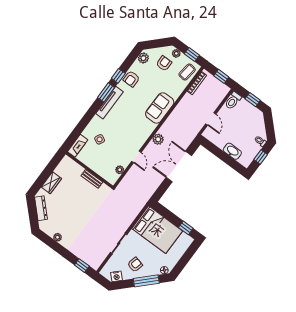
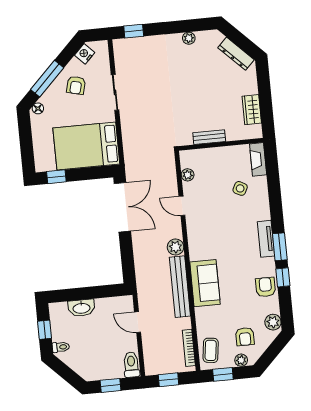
tv unit: (109, 103) -> (266, 239), width x0.71
bench: (174, 118) -> (180, 287), added
double door: (179, 166) -> (122, 207), moved
wardrobe: (51, 183) -> (252, 110), moved

